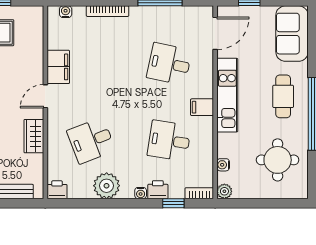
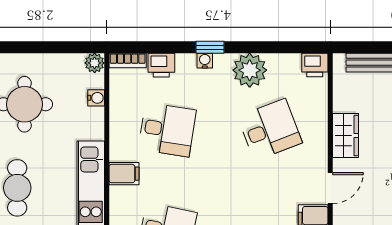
printer: (158, 190) -> (161, 65), moved
window: (173, 203) -> (210, 47), moved

